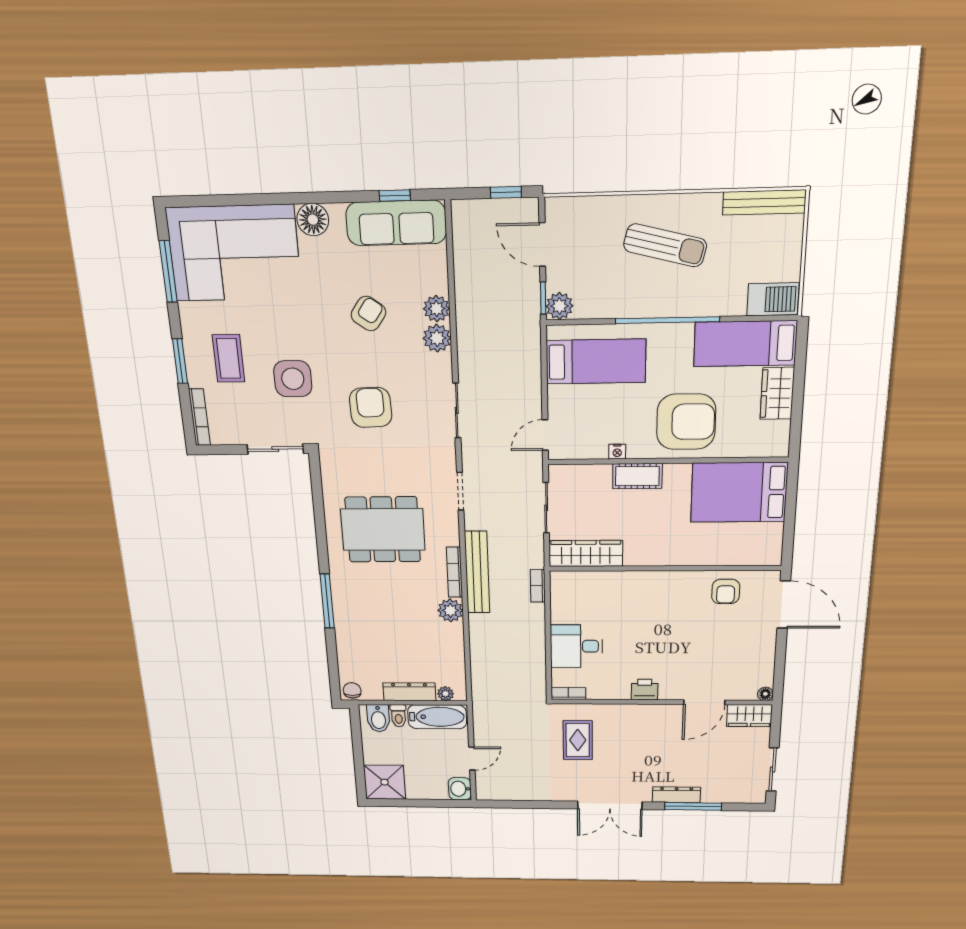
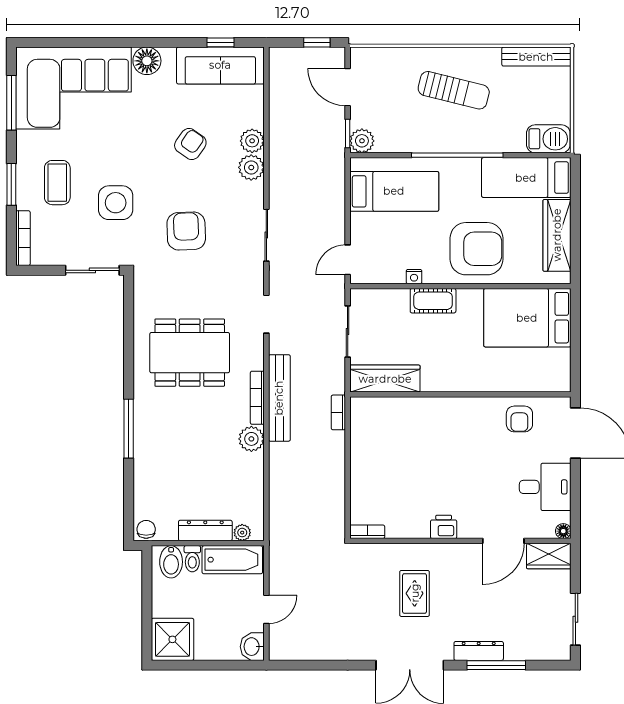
wardrobe: (777, 393) -> (557, 235), width x1.50
desk: (576, 646) -> (545, 487), moved, turned 180
rug: (578, 740) -> (415, 593), moved

